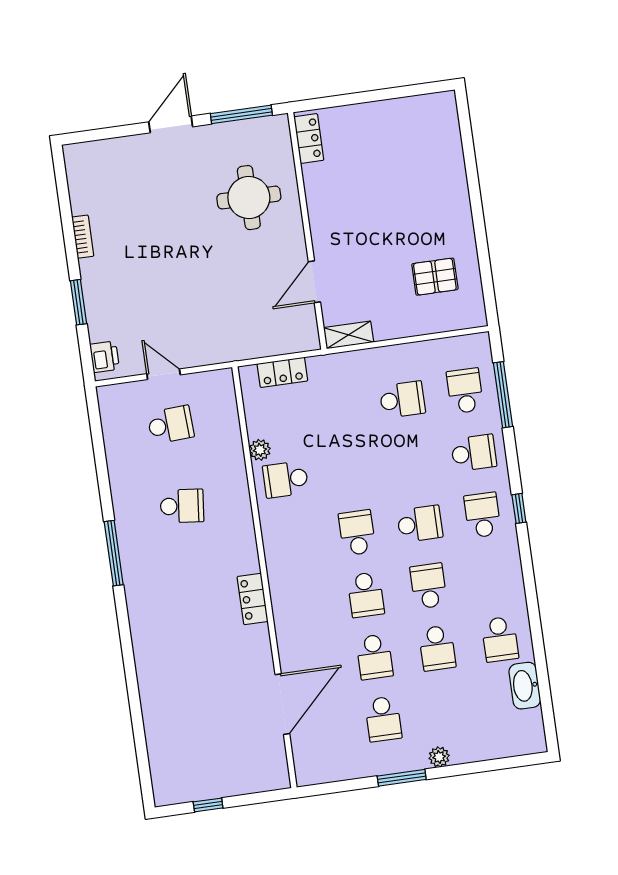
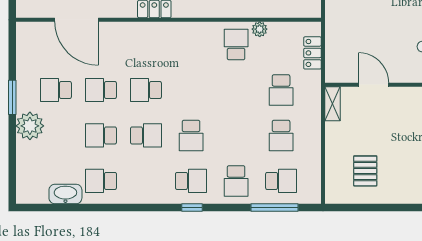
school desk: (357, 533) -> (281, 90), moved, turned 90
plant: (439, 757) -> (30, 126), width x1.87, depth x1.87

